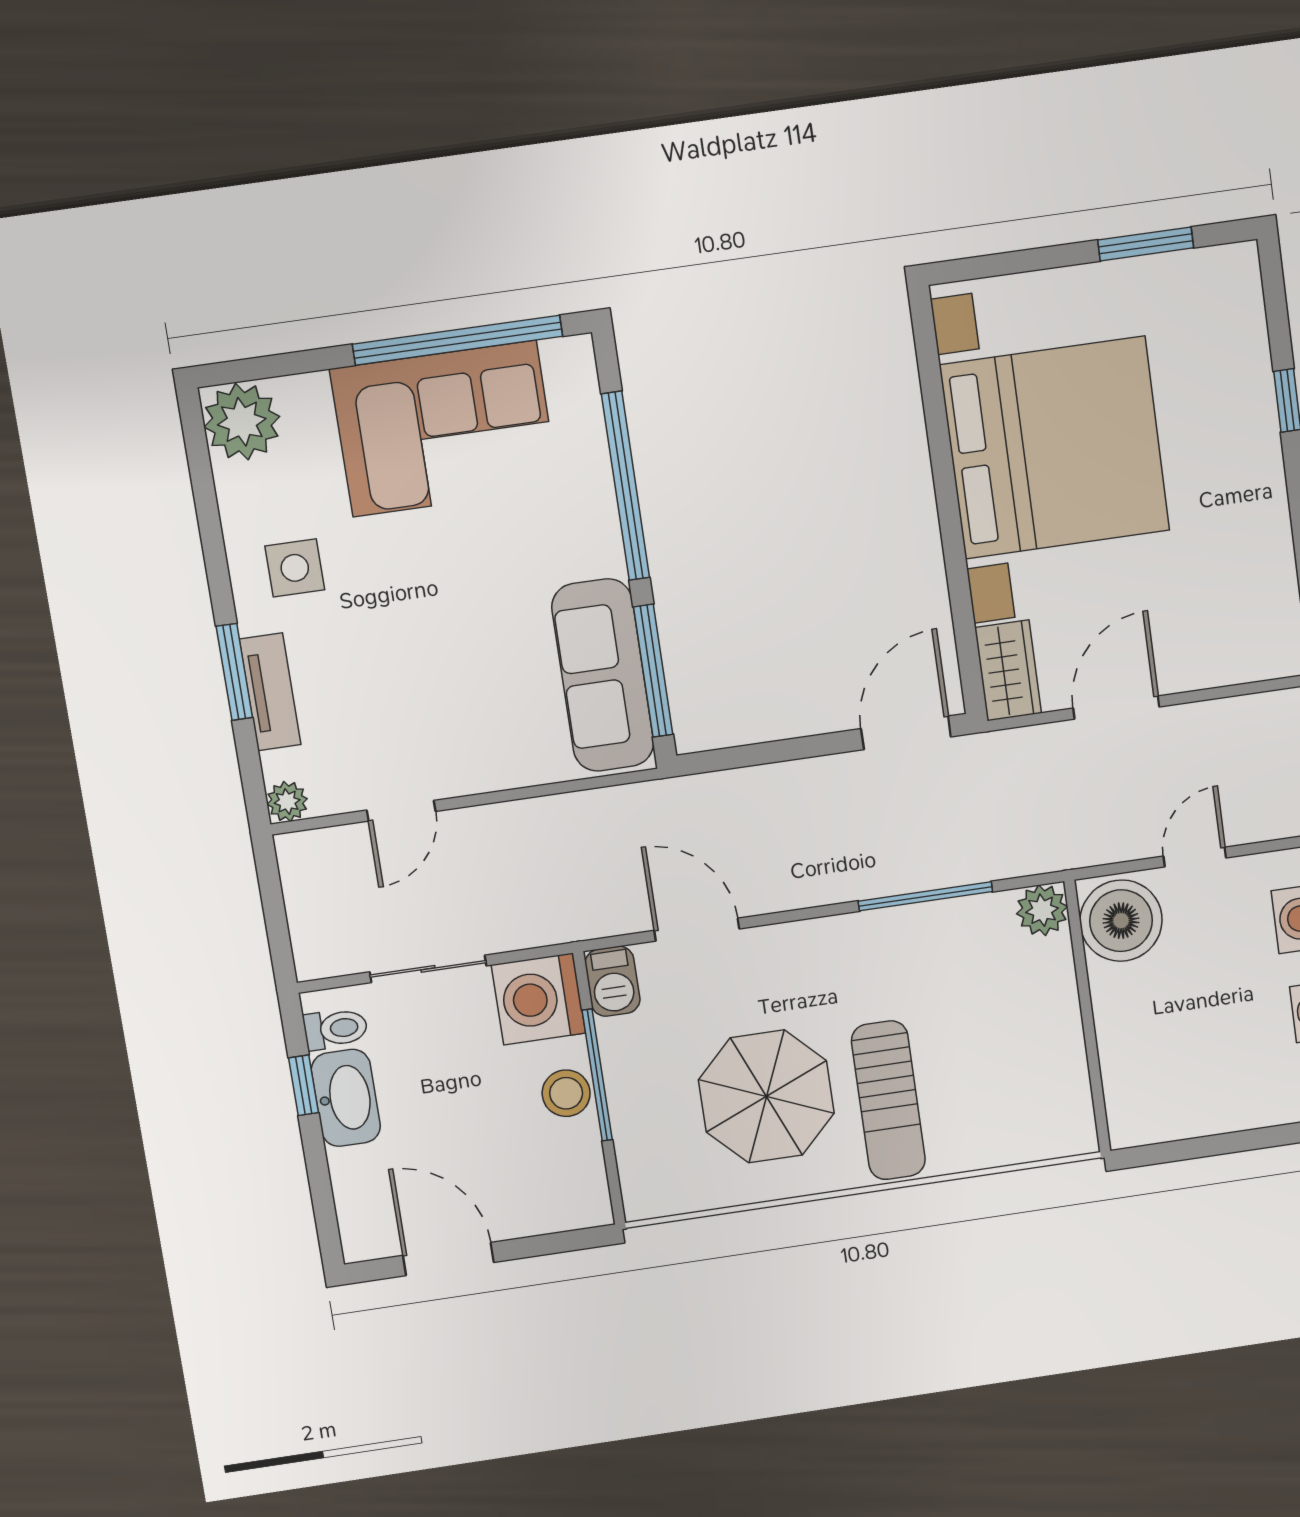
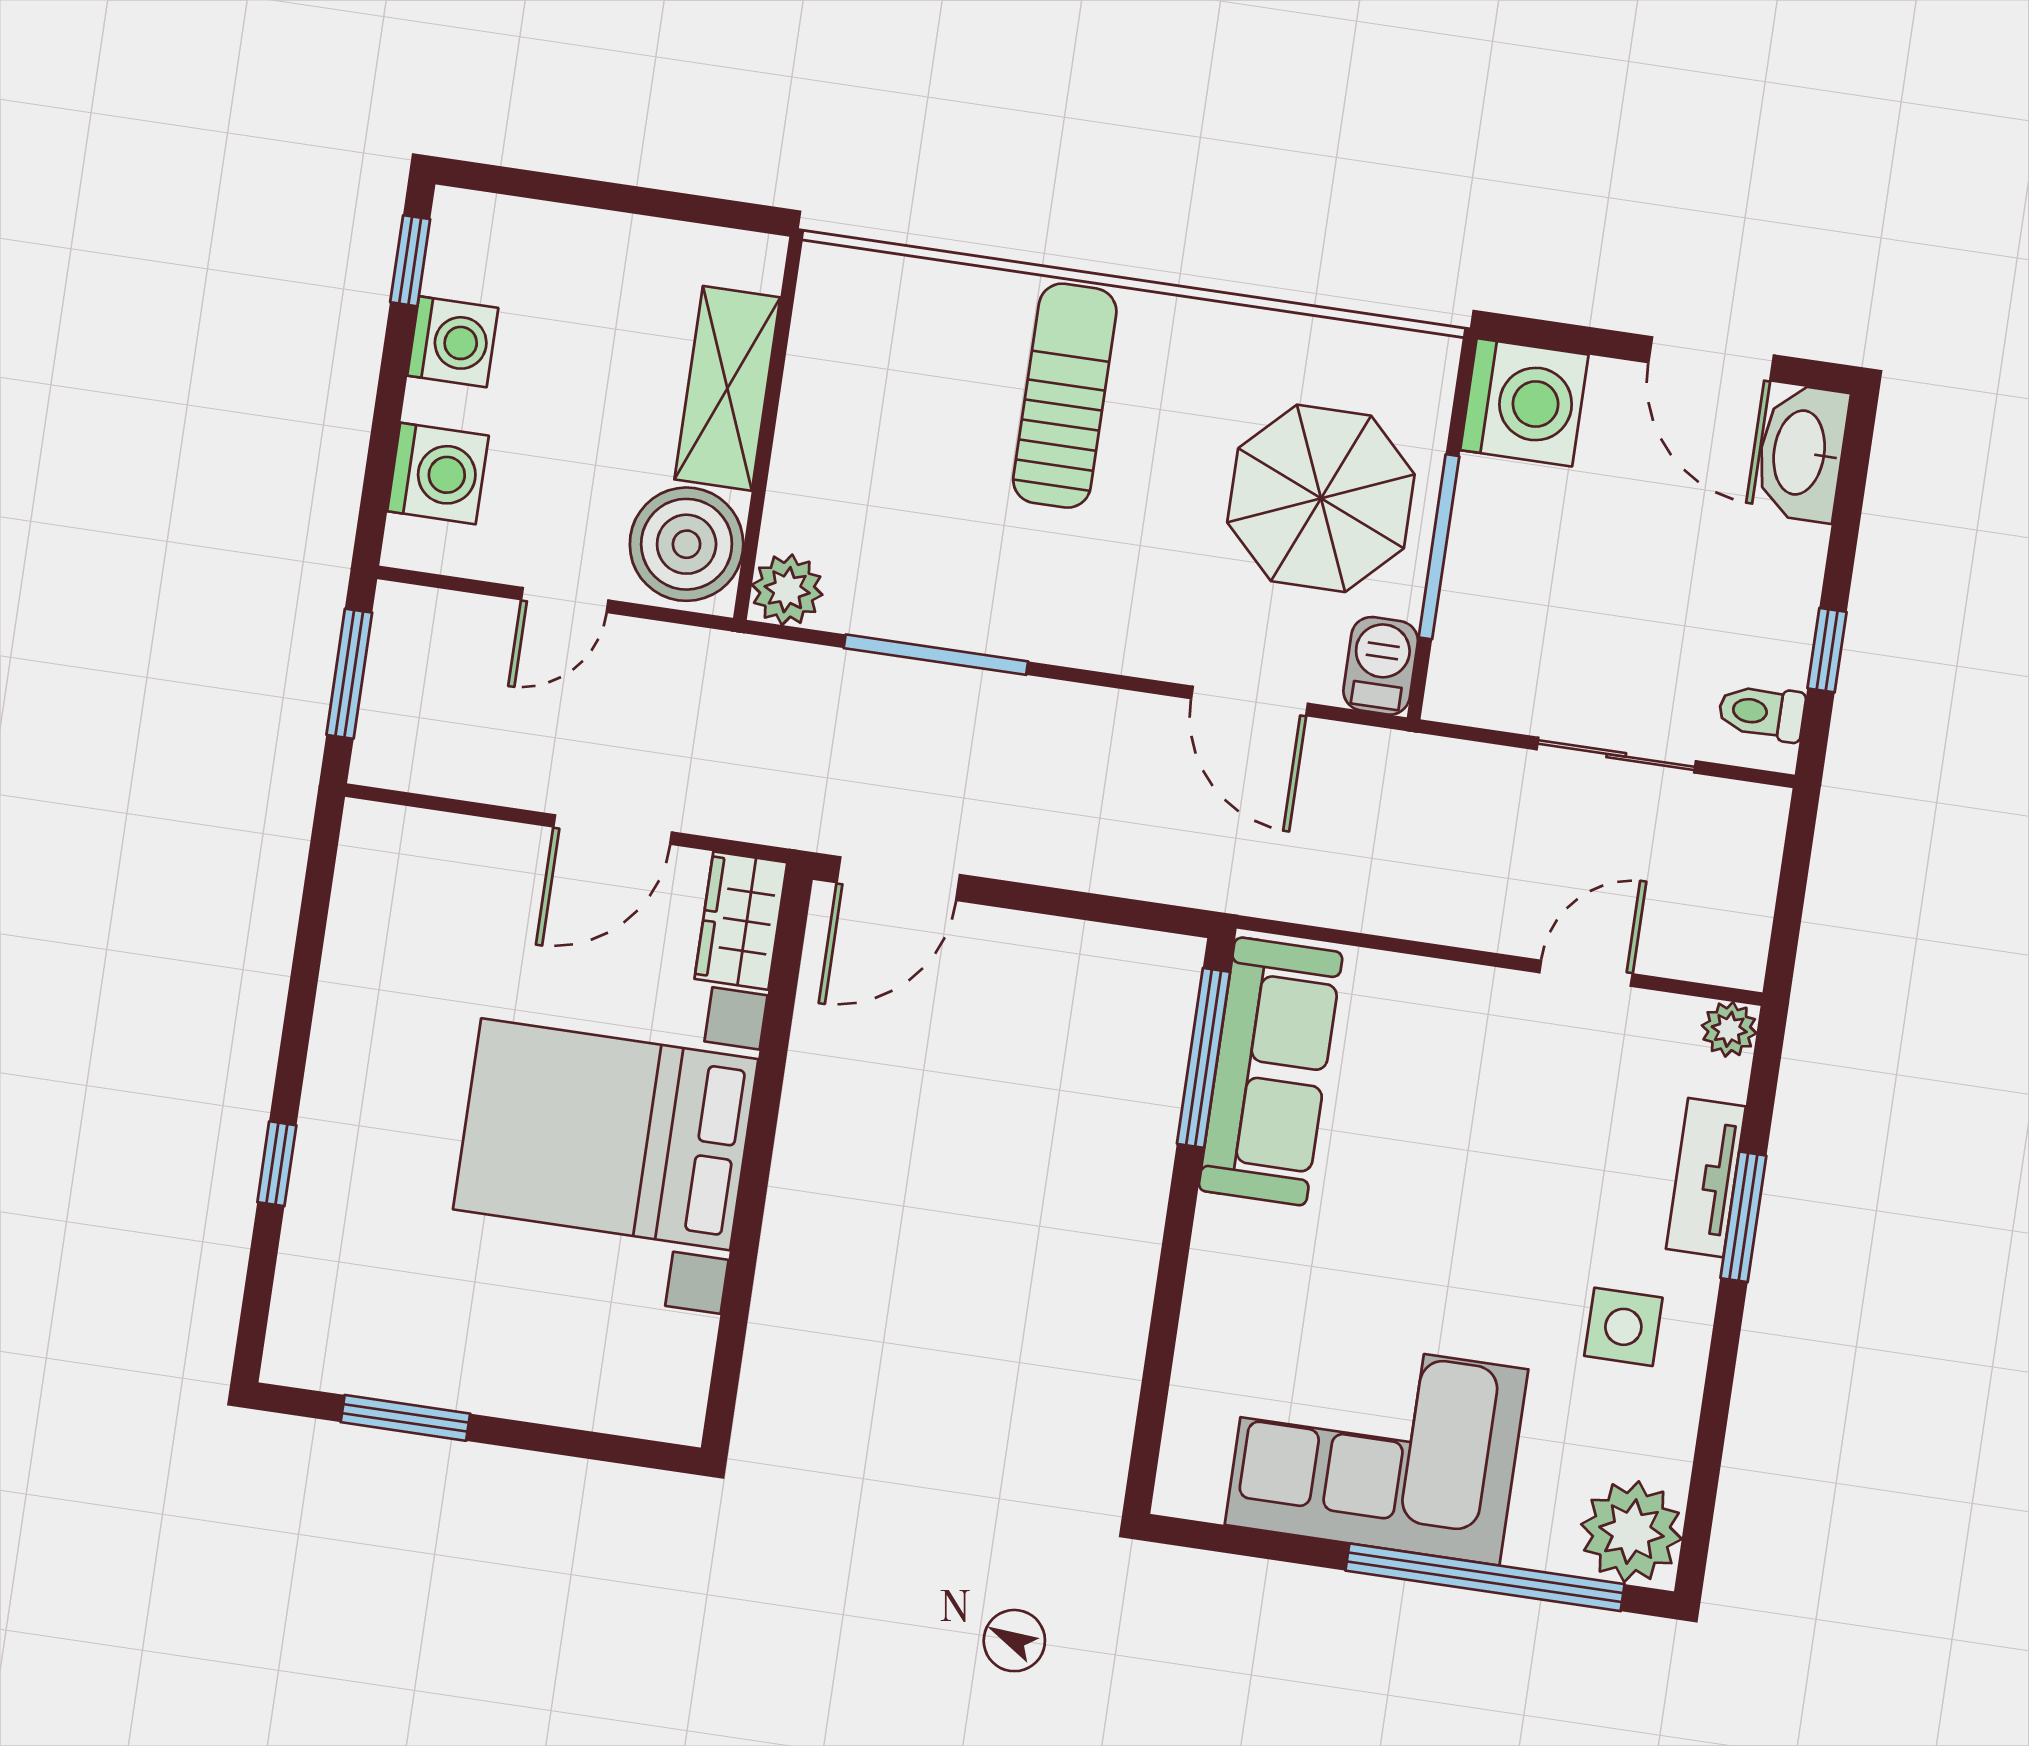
window: (458, 340) -> (1485, 1577), moved
bed with nightstands: (1055, 448) -> (606, 1134), width x0.73
window: (626, 486) -> (1167, 1306), removed
washing machine: (538, 999) -> (1524, 402), moved
shelving: (1123, 1036) -> (727, 388), added
stool: (566, 1093) -> (1487, 535), removed
parasol: (766, 1096) -> (1321, 498), moved
washbasin: (346, 1098) -> (1802, 453), moved

